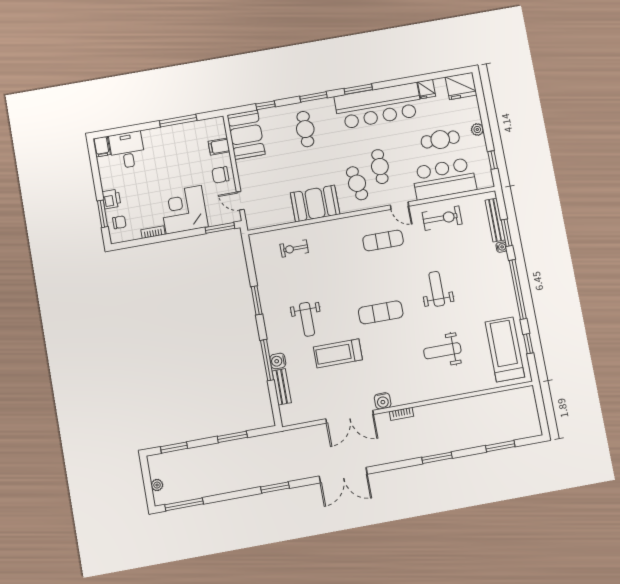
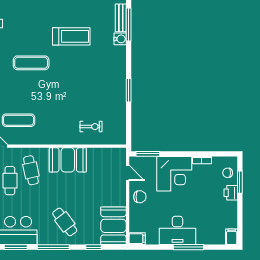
window: (313, 97) -> (53, 247), width x1.44
window: (178, 121) -> (188, 247), moved
cafe table: (305, 129) -> (65, 222), turned -37
filing cabinet: (219, 147) -> (137, 239), moved
desk: (127, 150) -> (177, 230), moved, width x1.37
weight bench: (307, 319) -> (91, 68), removed
window: (267, 360) -> (129, 24), moved

